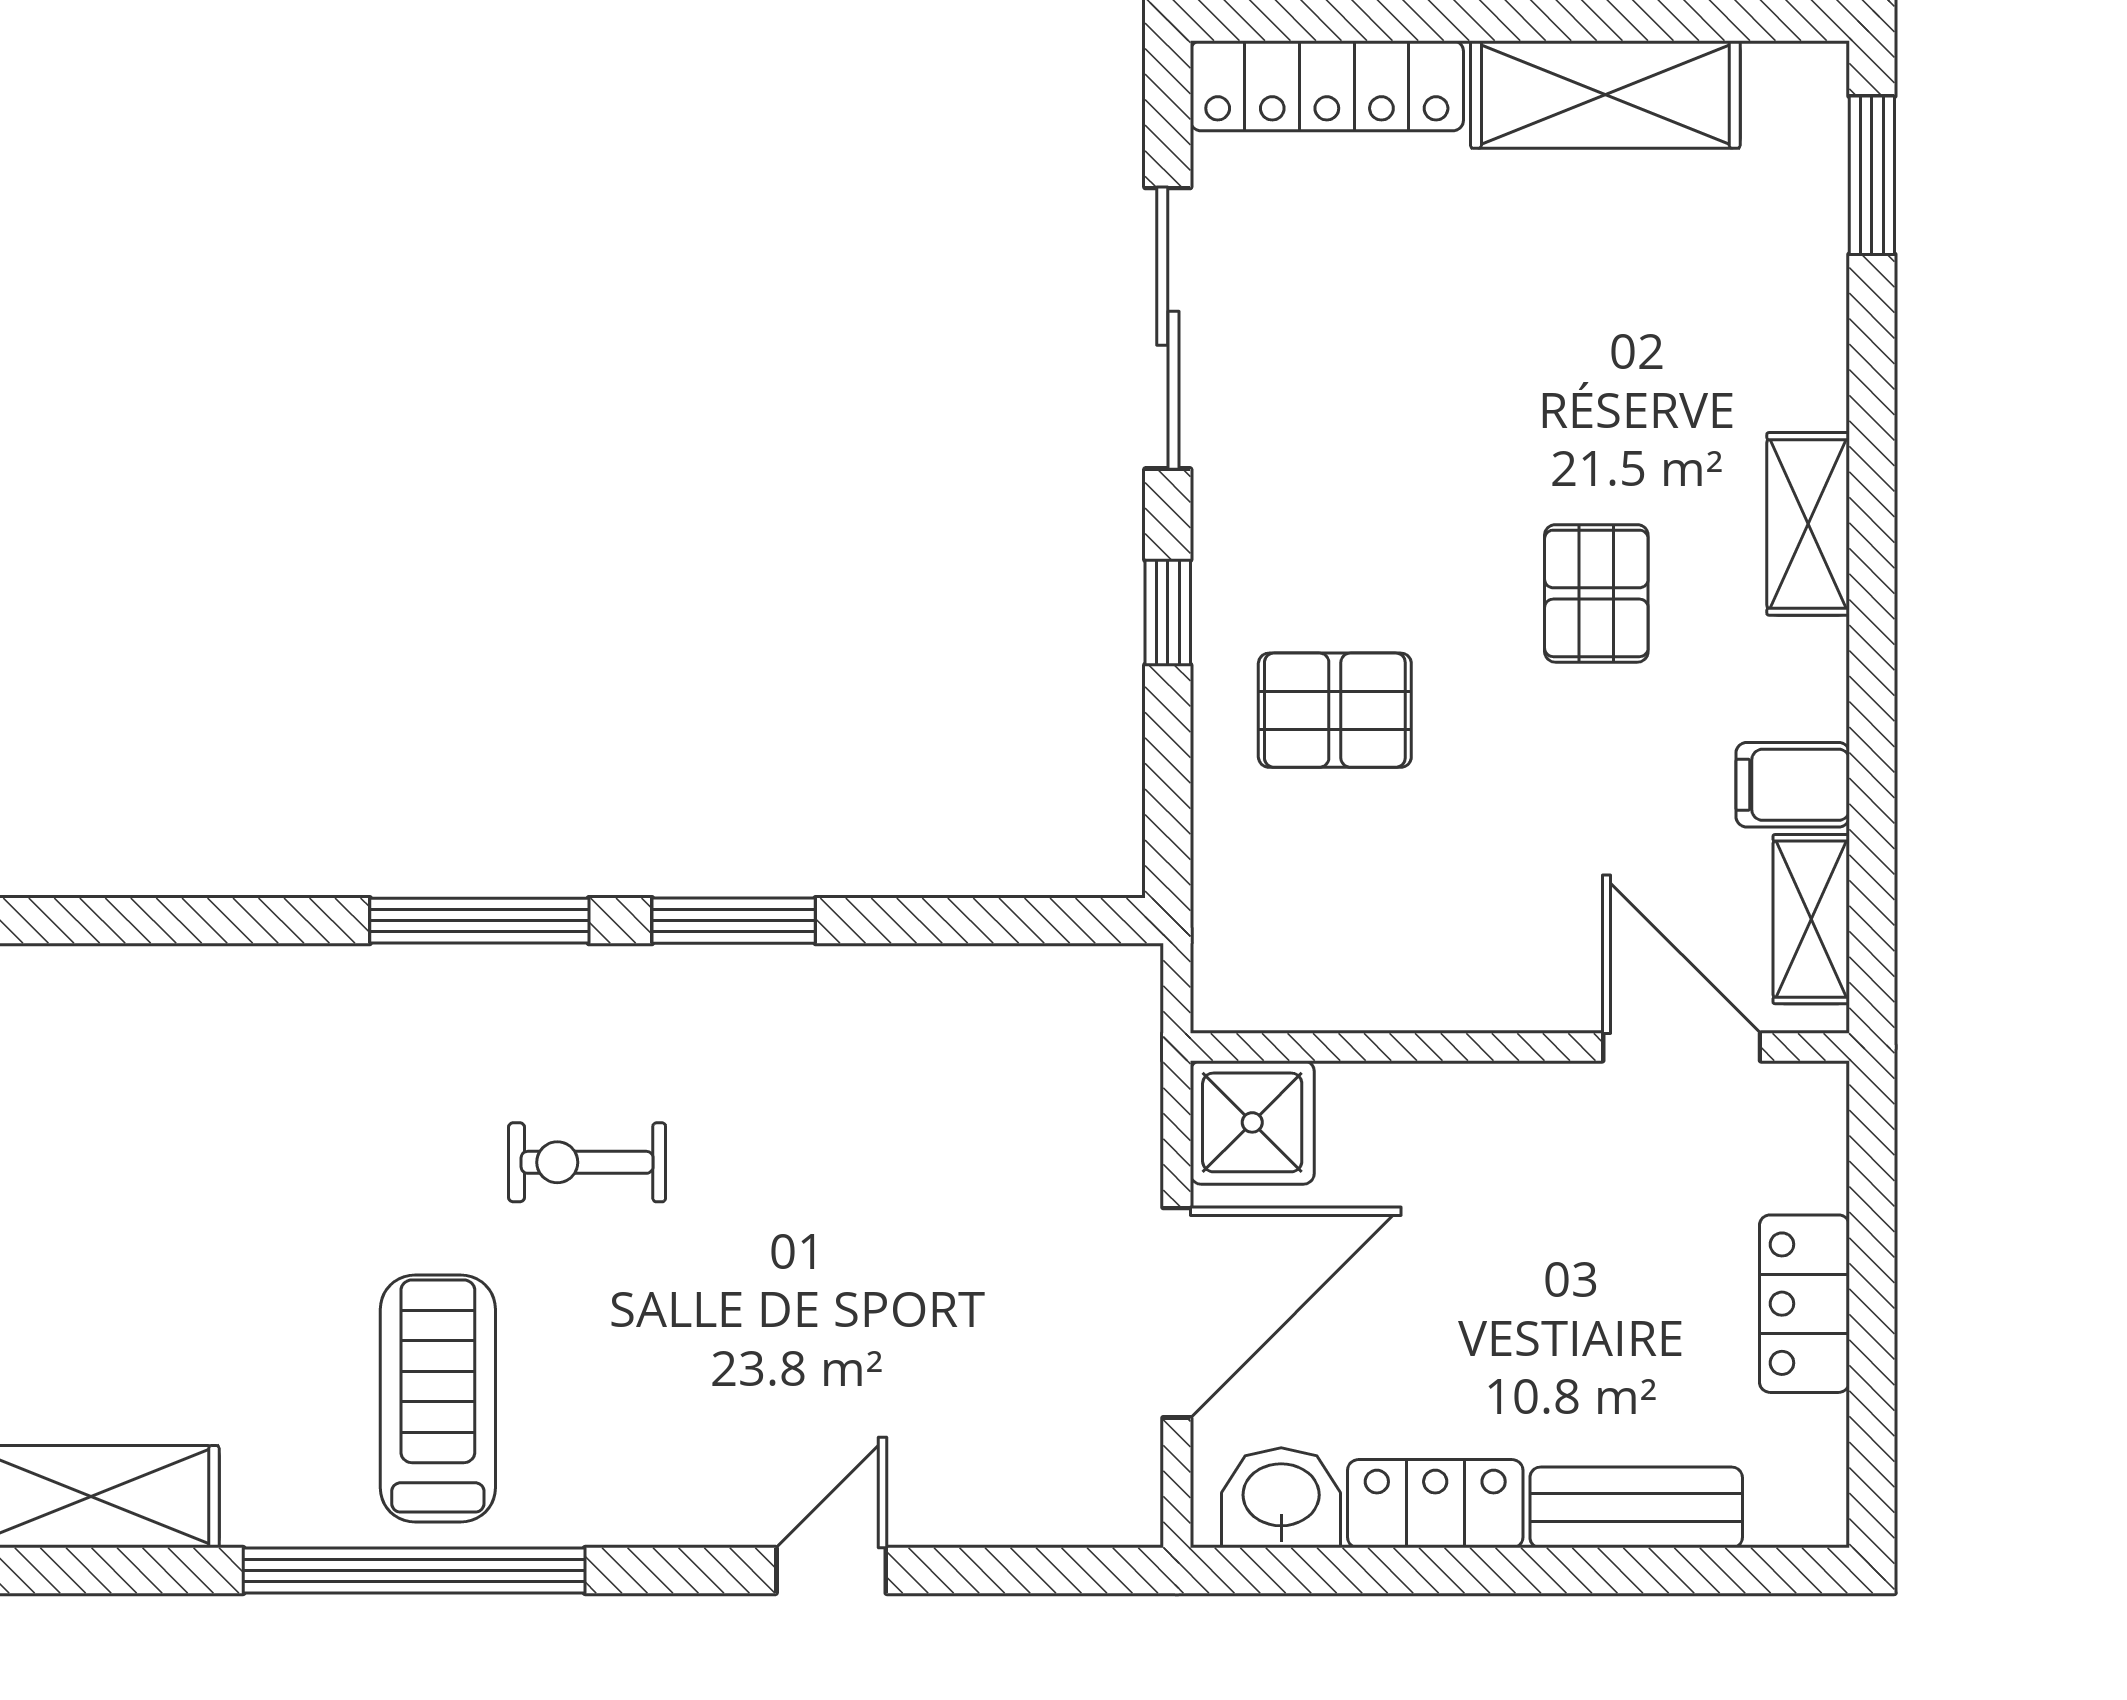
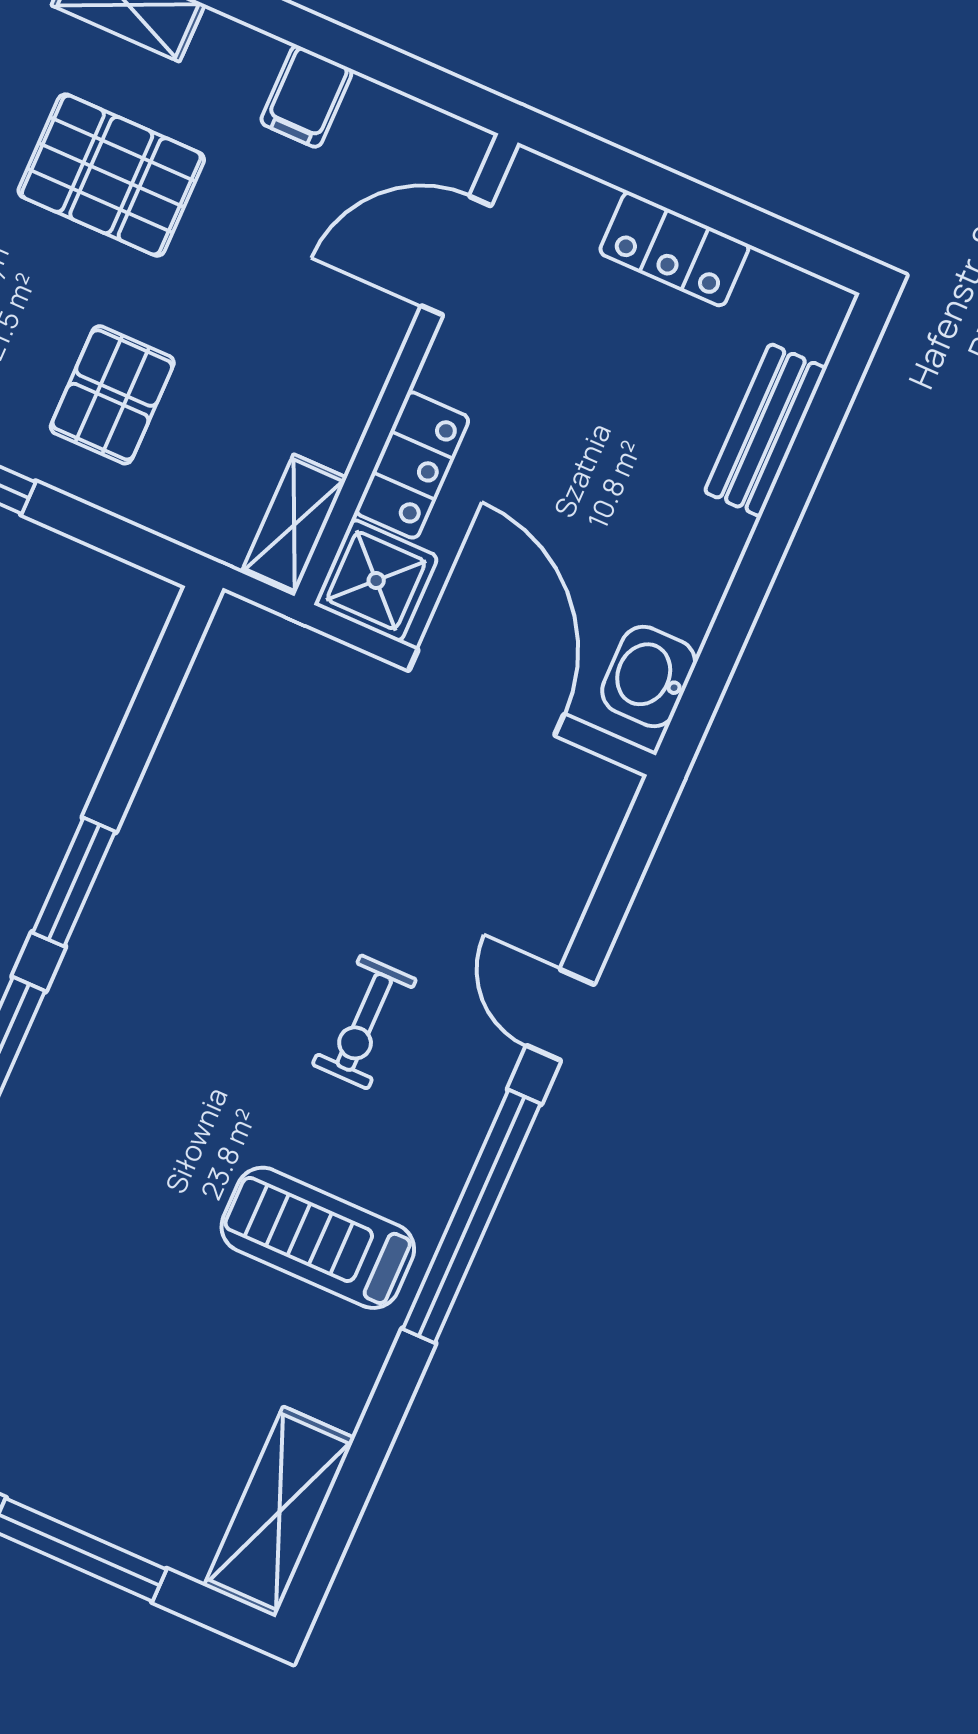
pallet: (1596, 593) -> (111, 175), width x1.50, depth x1.42
shelving: (1811, 919) -> (294, 525), moved, turned 90
exercise bike: (587, 1162) -> (364, 1022), moved
locker: (1435, 1504) -> (412, 465), moved, turned 180
window: (414, 1571) -> (472, 1216), moved

